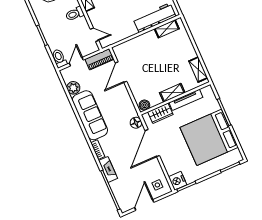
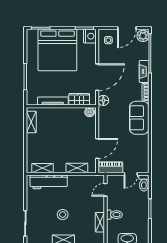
door: (95, 35) -> (106, 190), hinge flipped
plant: (73, 88) -> (143, 36), moved
shelving: (172, 93) -> (77, 168), moved
sofa: (90, 115) -> (139, 118), width x0.73
bed: (209, 137) -> (57, 50), moved, turned 90

